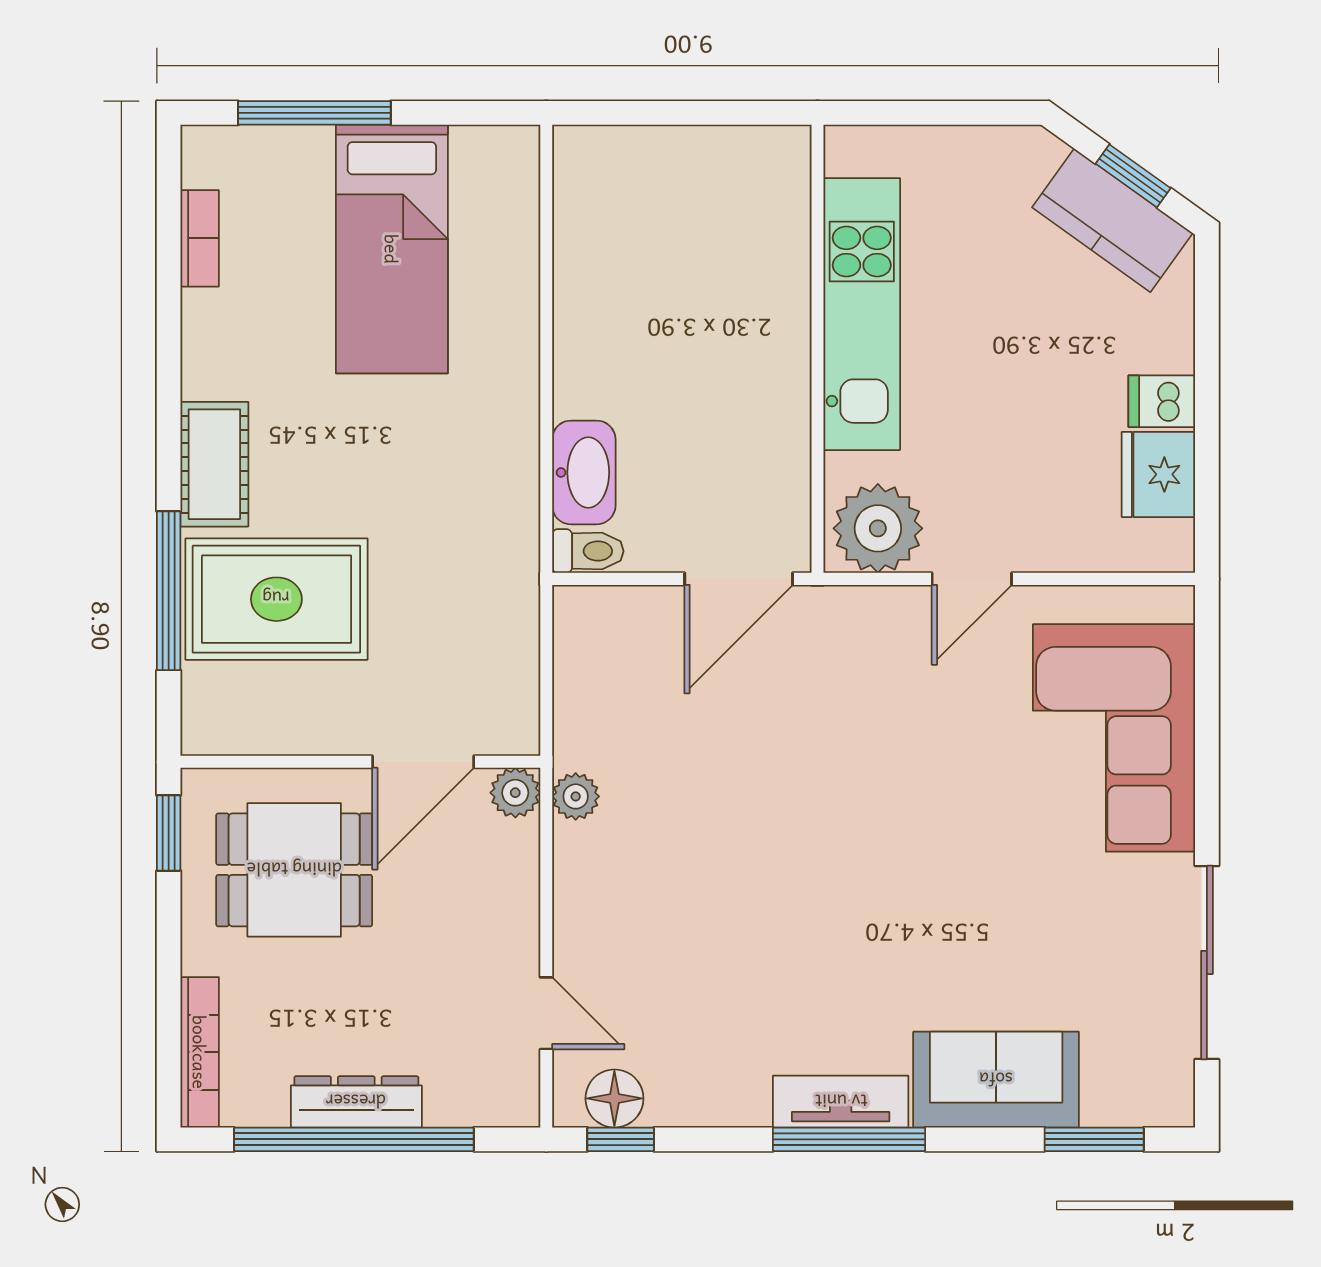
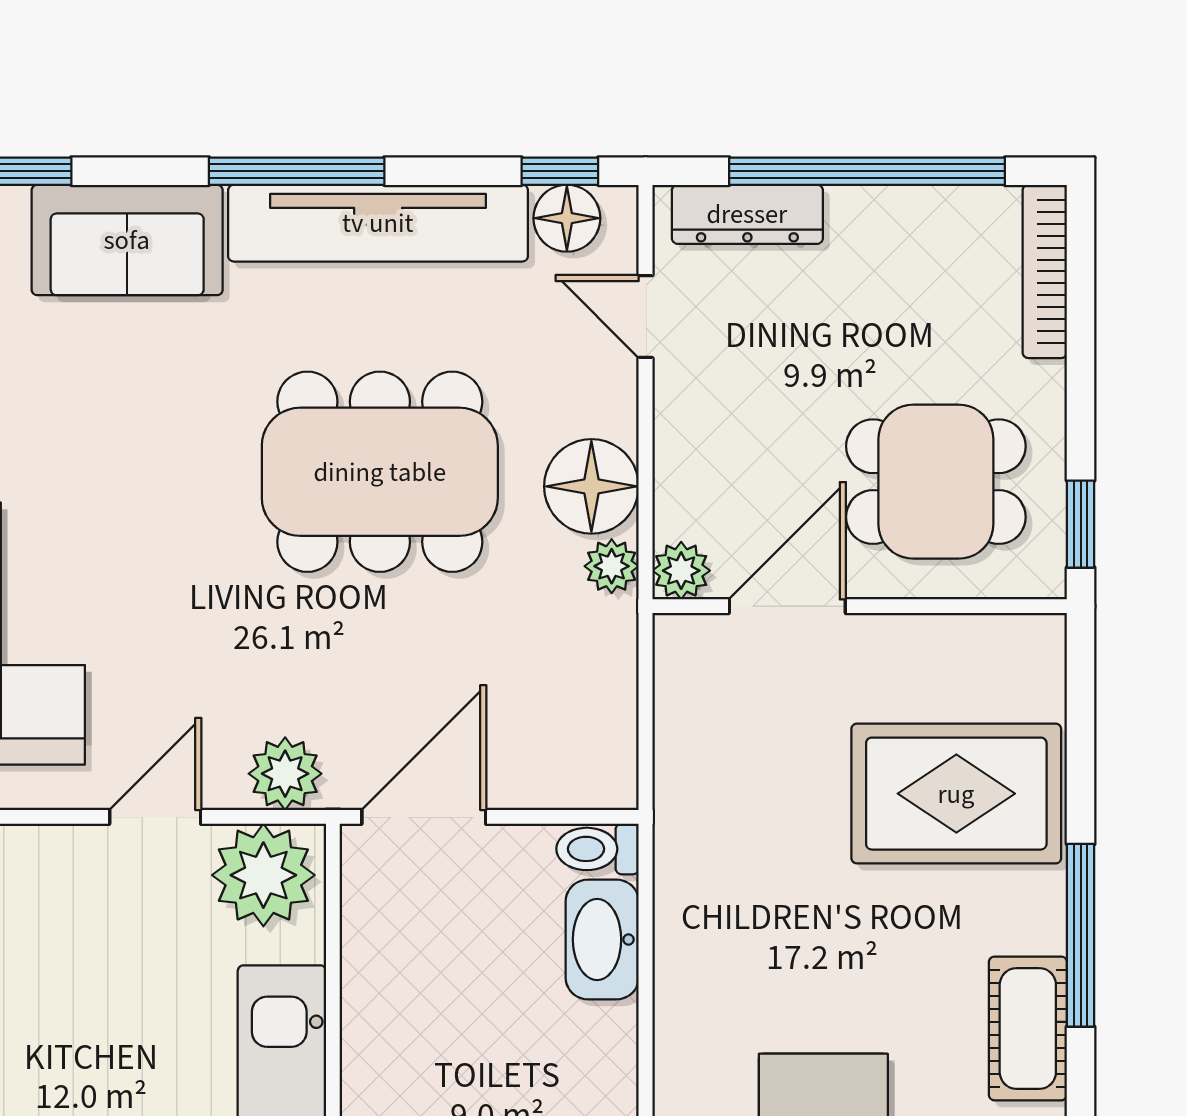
cot: (214, 464) -> (1028, 1028), moved
window: (169, 591) -> (1081, 935), moved
plant: (859, 616) -> (285, 774), added
floor lamp: (593, 866) -> (591, 486), added
dining table: (777, 878) -> (380, 472), added
dresser: (356, 1102) -> (747, 214), moved
tv unit: (841, 1102) -> (378, 223), width x1.92, depth x1.29

